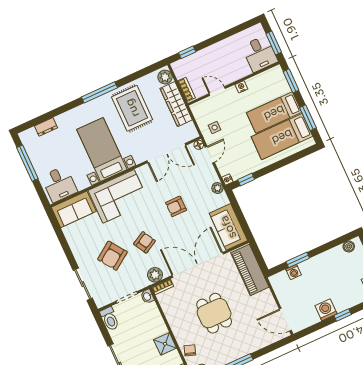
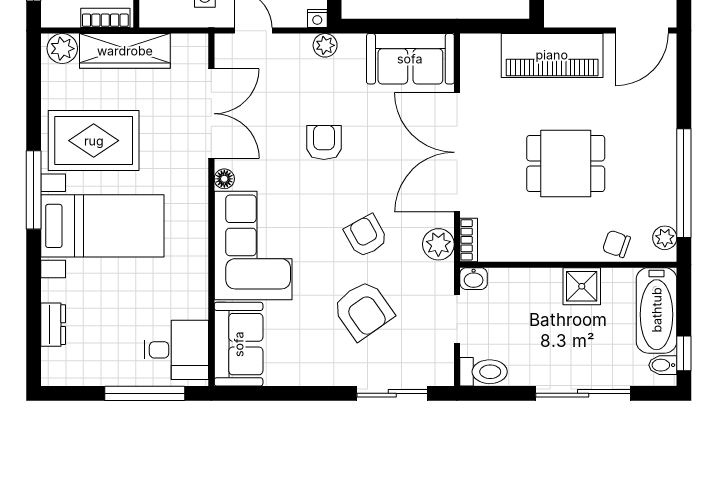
floor lamp: (199, 145) -> (224, 179), moved
bed with nightstands: (102, 149) -> (102, 226), moved, turned 180
window: (27, 163) -> (145, 393), moved
armchair: (176, 206) -> (324, 142), turned 180
piano: (250, 270) -> (552, 55), moved

